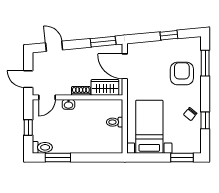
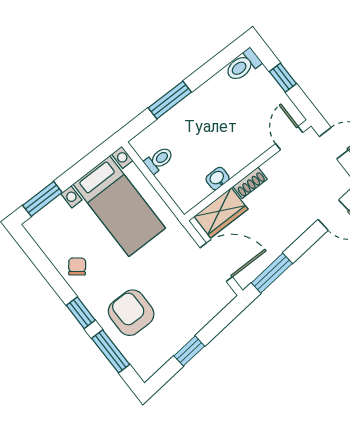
armchair: (182, 74) -> (131, 313), turned 180
washbasin: (68, 104) -> (218, 179), moved
window: (205, 120) -> (81, 313), moved
toilet: (115, 122) -> (159, 160), moved
window: (58, 157) -> (170, 100), moved

